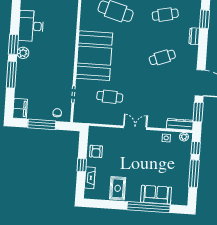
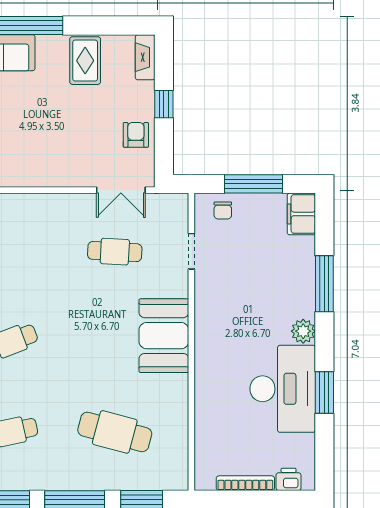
desk: (31, 26) -> (283, 389), width x1.36, depth x1.30
window: (13, 44) -> (324, 392), moved
booth: (94, 56) -> (164, 336), width x0.73, depth x0.70
double door: (135, 128) -> (121, 190), moved
fireplace: (90, 178) -> (145, 57), moved

